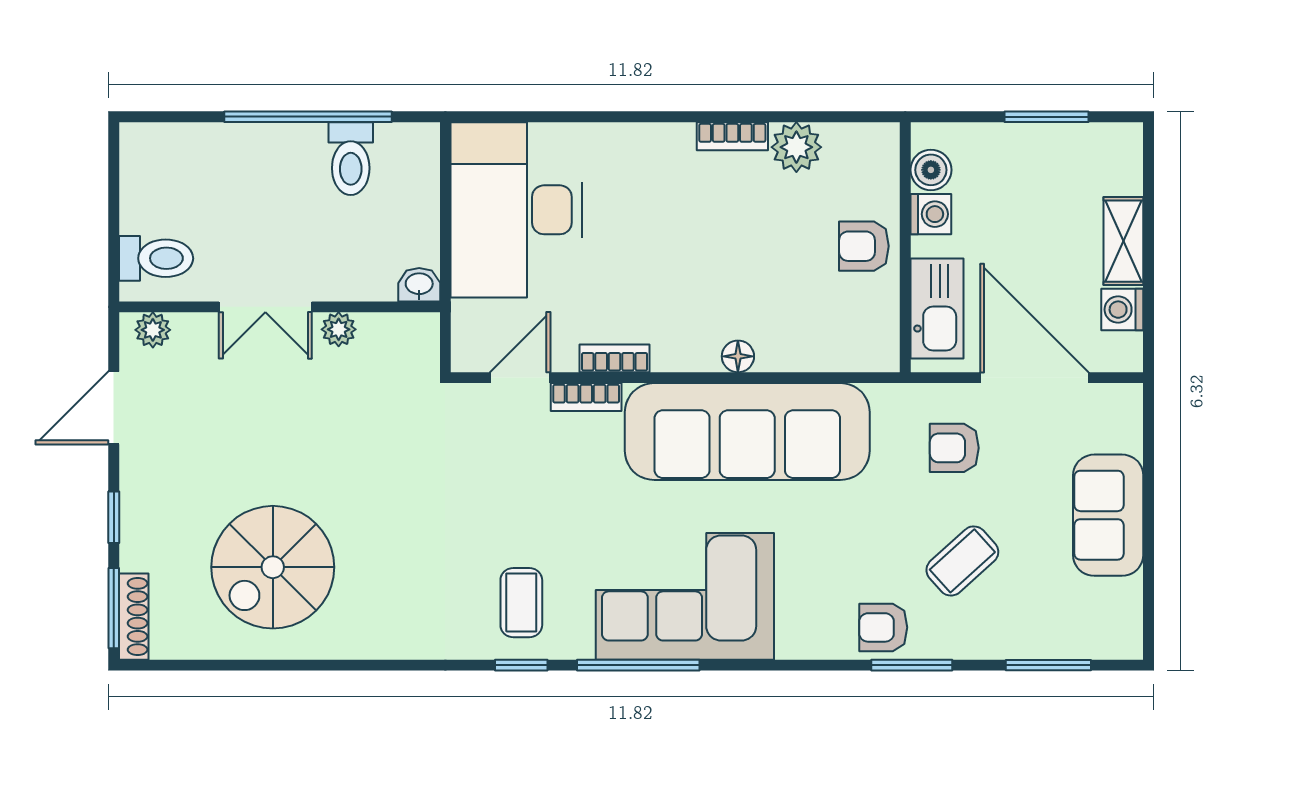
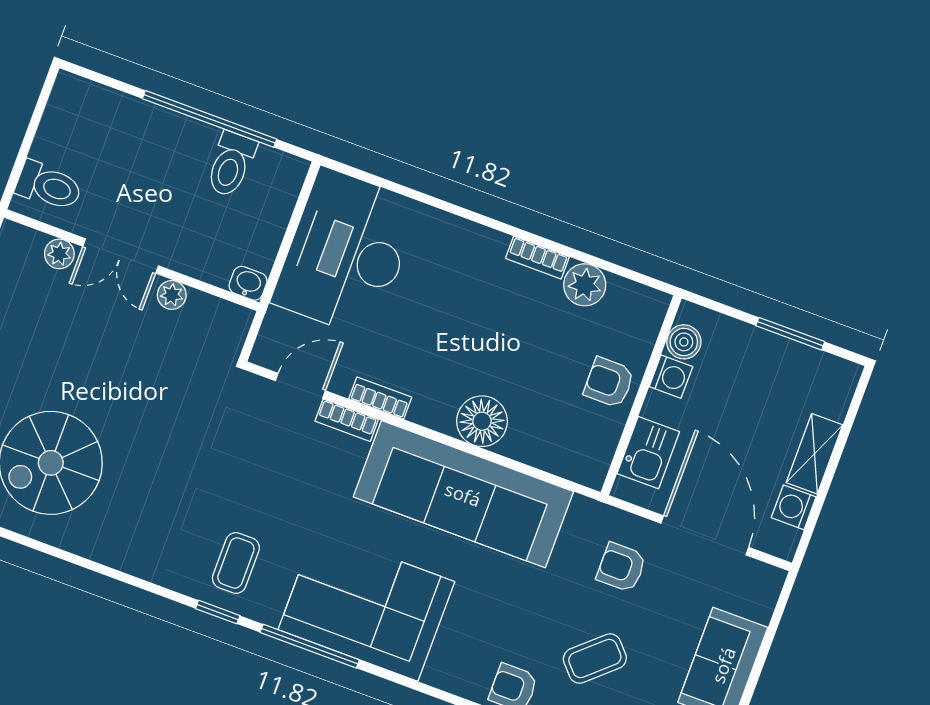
kitchen sink: (937, 309) -> (648, 453), width x0.73
plant: (153, 330) -> (59, 254), moved
floor lamp: (738, 356) -> (482, 421), width x1.89, depth x1.89

